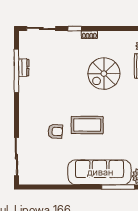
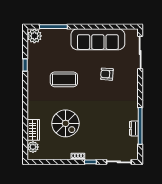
spiral stairs: (104, 74) -> (66, 123), turned 90
coffee table: (87, 125) -> (64, 79), moved
sofa: (100, 172) -> (98, 39), moved

